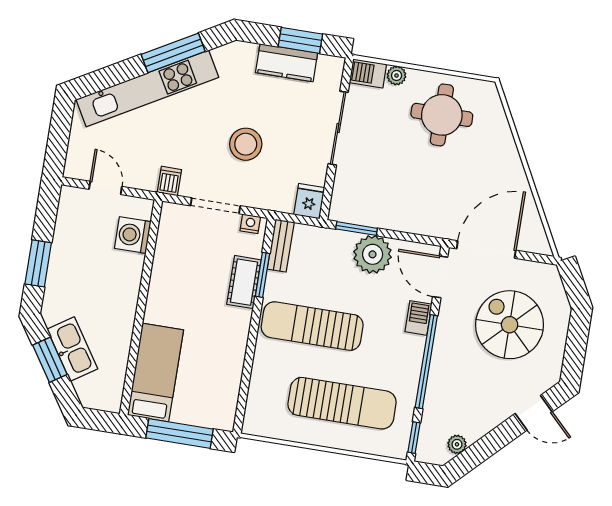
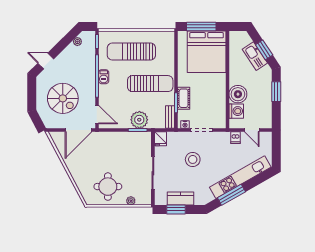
barbecue: (368, 73) -> (144, 200), removed
dishwasher: (169, 181) -> (235, 138), moved
plant: (373, 254) -> (139, 120), moved
boiler: (123, 272) -> (238, 94), added
barbecue: (418, 318) -> (104, 77), moved
bed: (155, 373) -> (207, 52), width x2.04

